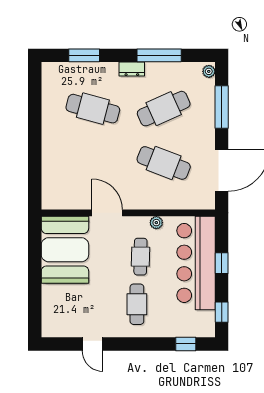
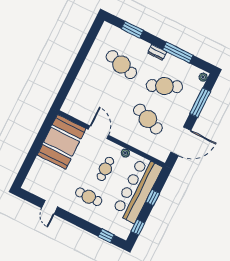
cafe table: (137, 304) -> (89, 197), turned 90

